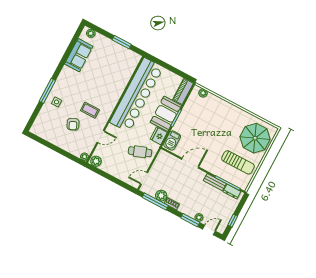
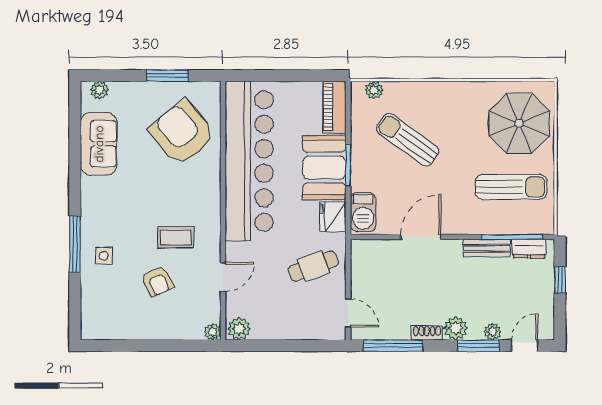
armchair: (115, 69) -> (182, 132), added
sun lounger: (206, 121) -> (408, 140), added
door: (144, 178) -> (348, 313), swing flipped
plant: (161, 196) -> (456, 328), moved
window: (233, 221) -> (560, 280), moved

